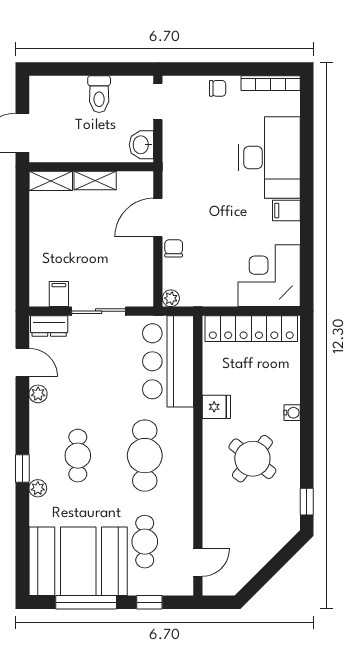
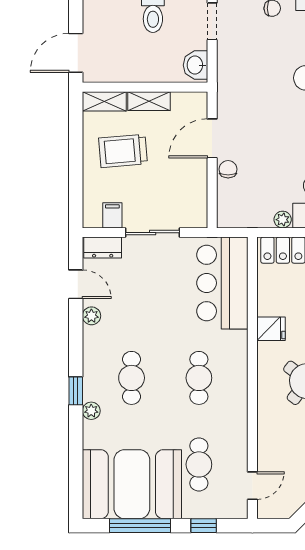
trolley: (69, 230) -> (123, 151), added
plant: (171, 298) -> (283, 220), moved
cafe table: (145, 456) -> (199, 378), width x0.73, depth x0.74

